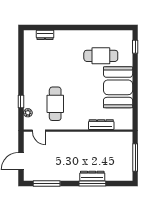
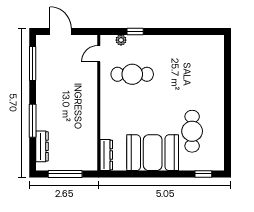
dresser: (45, 35) -> (218, 62), removed
dresser: (101, 125) -> (106, 155), moved
dresser: (92, 176) -> (42, 146), moved

